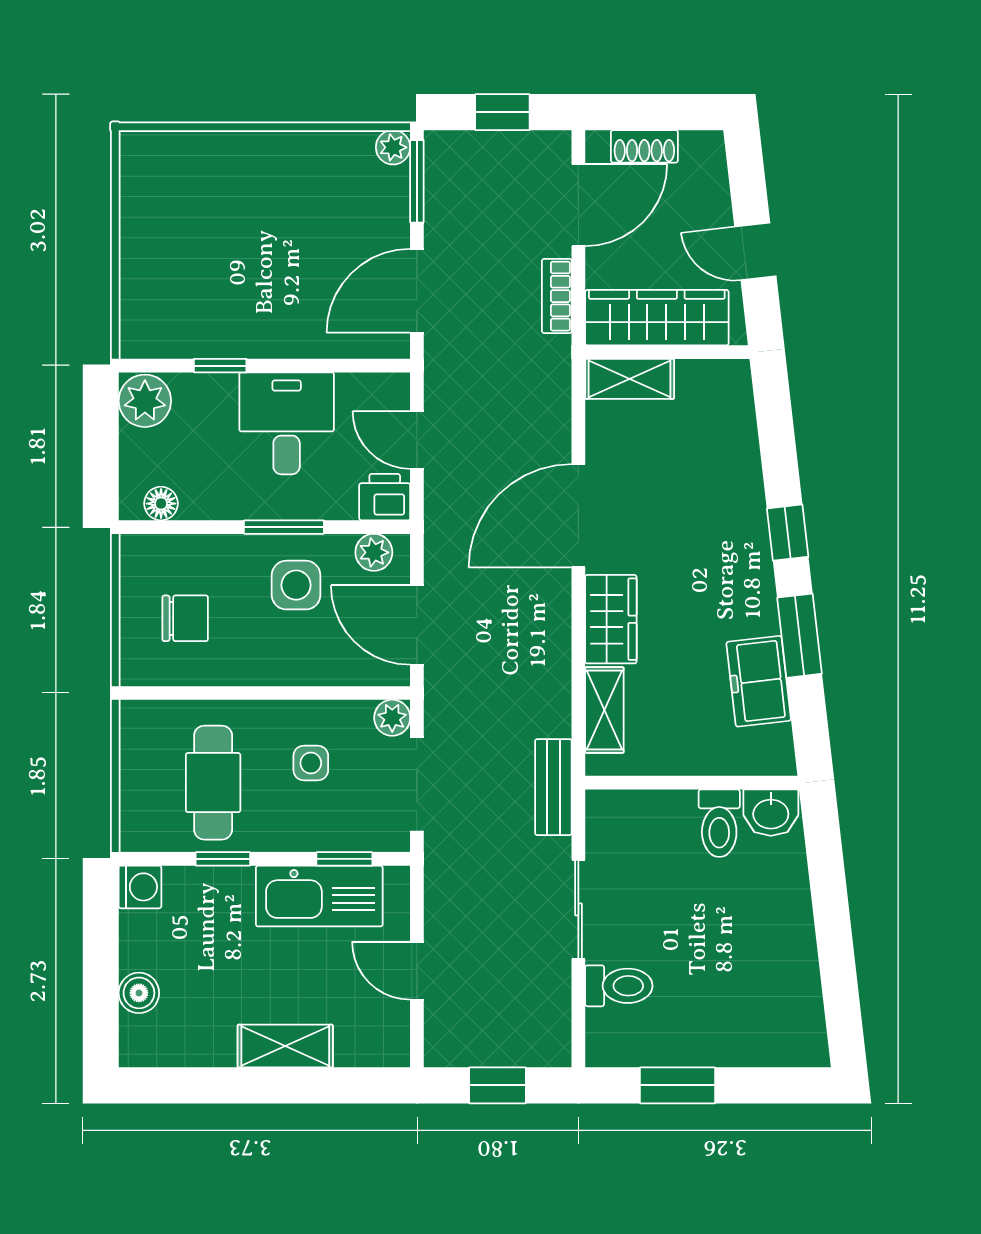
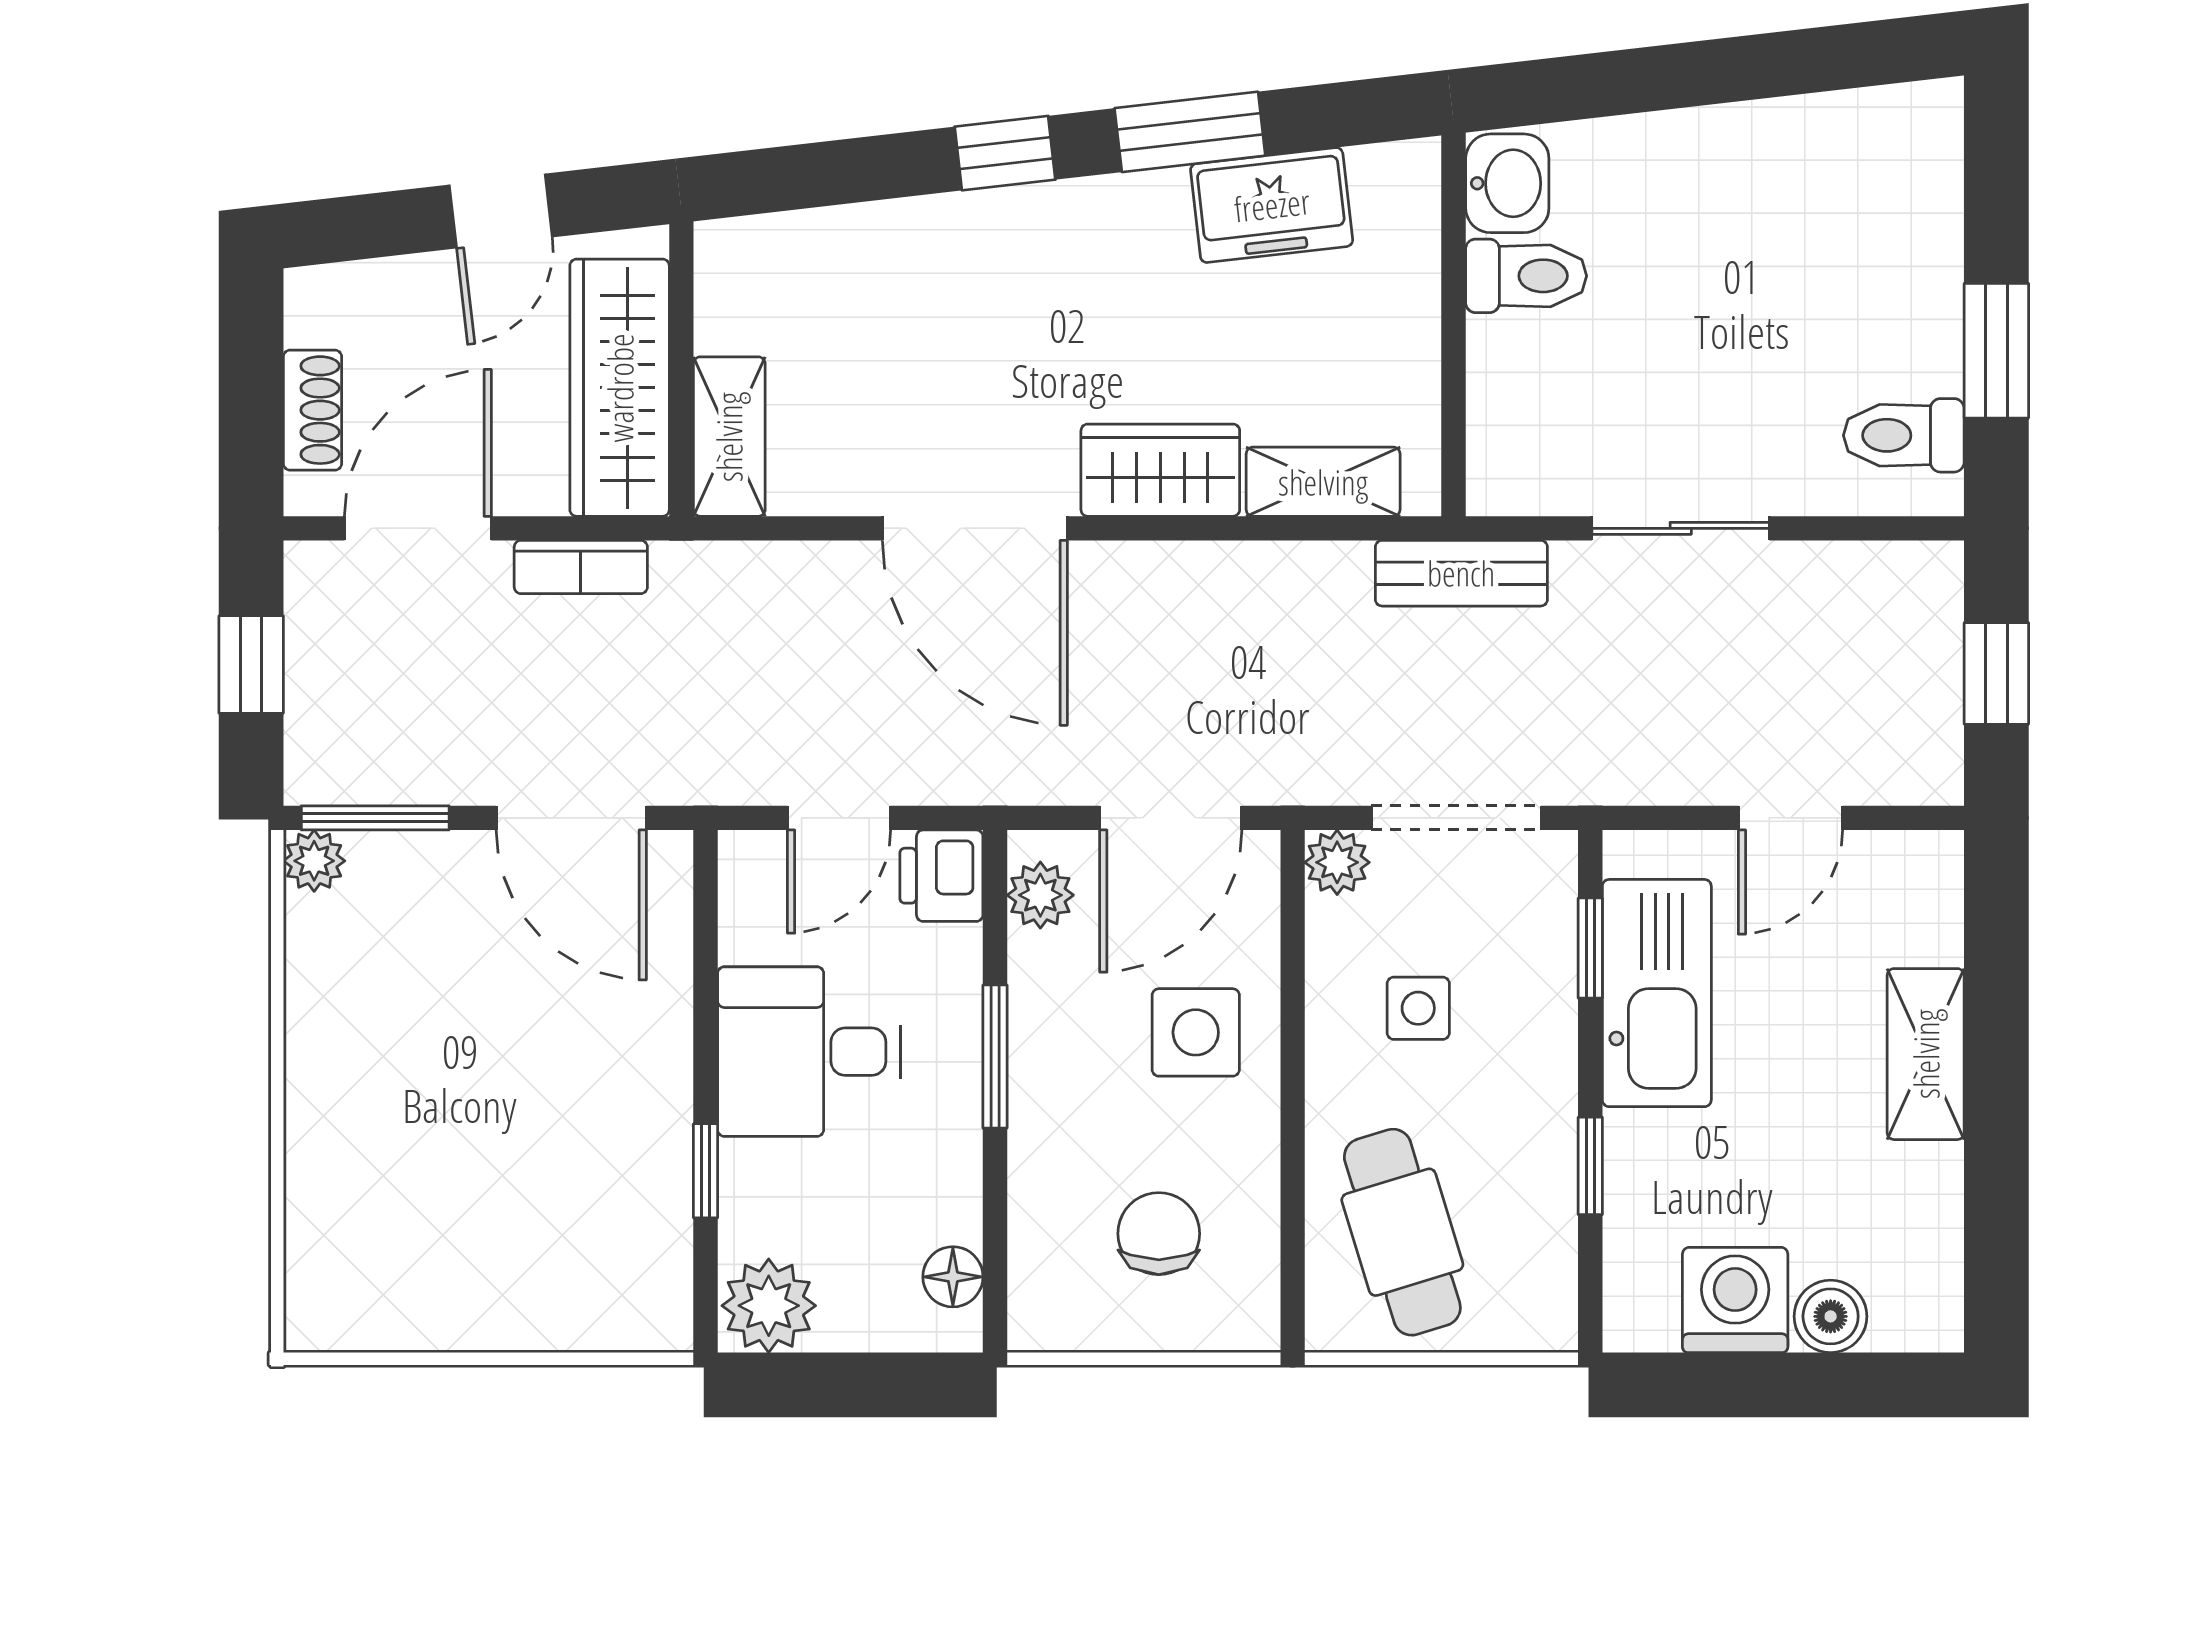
door: (578, 205) -> (418, 528), hinge flipped
side table: (296, 585) -> (1196, 1032), moved
cafe table: (213, 783) -> (1402, 1232), moved, turned 73
washing machine: (140, 887) -> (1735, 1300), moved, width x1.38, depth x1.38
toilet: (619, 986) -> (1904, 435), moved, turned -90

